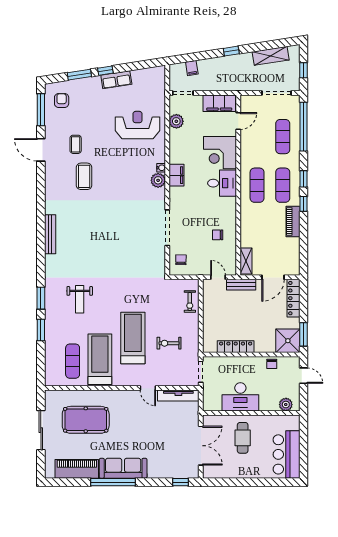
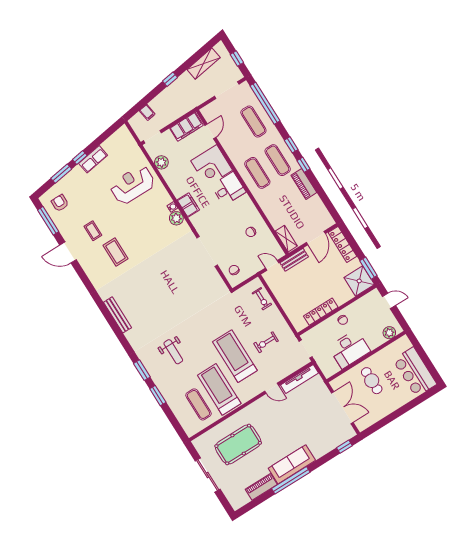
chair: (272, 364) -> (343, 320), moved
piano: (77, 469) -> (261, 487), width x0.73, depth x0.75

